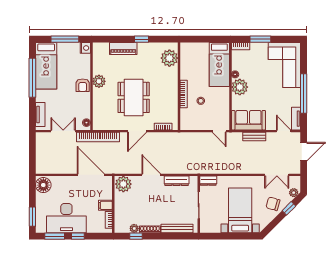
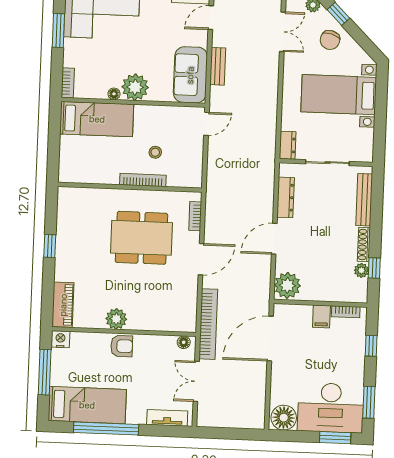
window: (260, 39) -> (58, 30), moved
piano: (123, 49) -> (63, 305), moved
plant: (169, 58) -> (83, 201), removed
dining table: (134, 97) -> (141, 238), moved
door: (137, 131) -> (201, 259), hinge flipped
desk: (66, 218) -> (331, 408), moved, turned 90
window: (78, 236) -> (371, 346), moved

